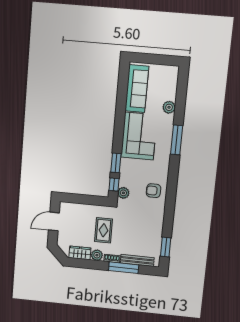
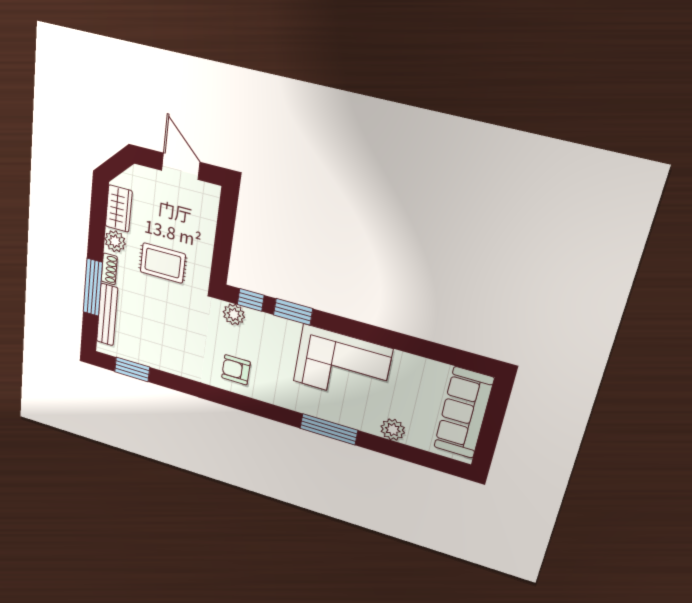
sofa: (137, 89) -> (464, 413), moved, turned 90
armchair: (154, 191) -> (236, 370), turned -90

